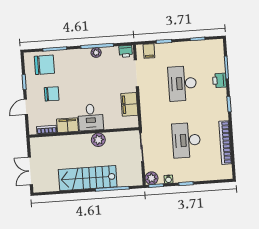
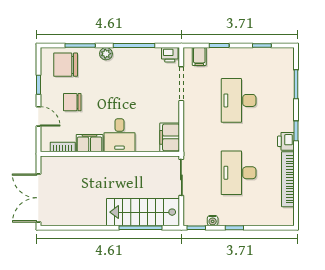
plant: (96, 53) -> (106, 54), moved
chair: (44, 65) -> (66, 65), turned 180
printer: (219, 80) -> (286, 141), moved
chair: (52, 94) -> (72, 102), turned 180
filing cabinet: (129, 104) -> (170, 137), moved
door: (26, 107) -> (38, 116), swing flipped
plant: (98, 140) -> (127, 164), removed
double door: (30, 171) -> (38, 198), width x1.37
stairs: (88, 178) -> (143, 212), moved
plant: (152, 178) -> (191, 218), removed

